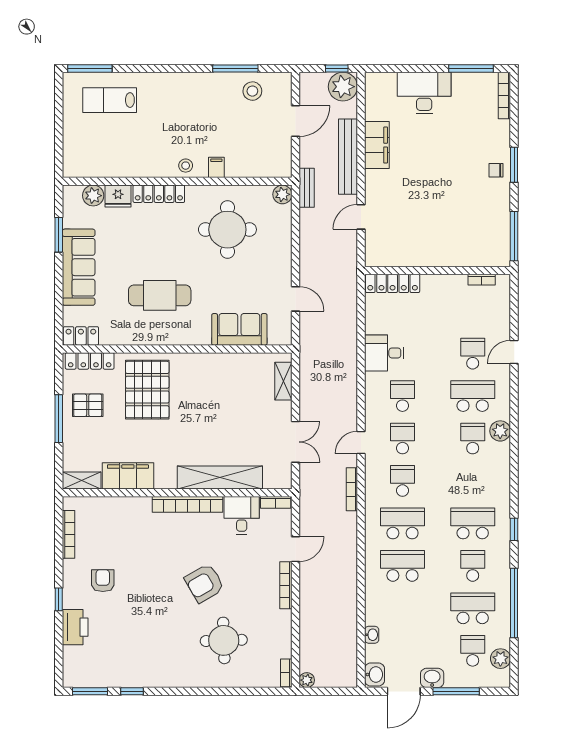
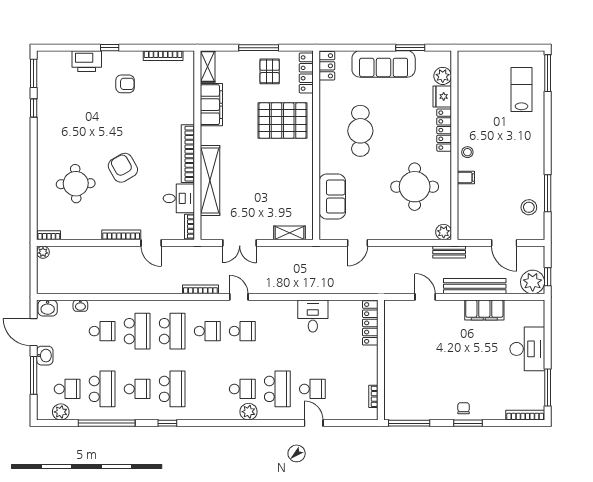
school desk: (402, 396) -> (102, 331), moved

